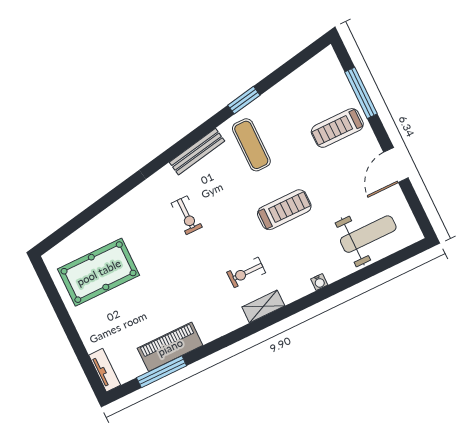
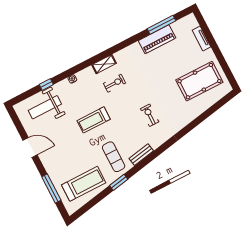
treadmill: (337, 128) -> (84, 184), moved, width x1.37, depth x1.38
bench: (197, 152) -> (141, 155), width x0.73
door: (396, 165) -> (30, 147), hinge flipped
window: (365, 274) -> (46, 85), added
tv unit: (105, 370) -> (201, 39), moved

